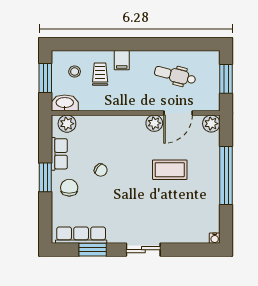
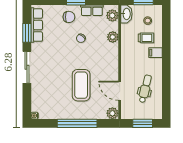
plant: (154, 123) -> (113, 37), moved
coffee table: (170, 170) -> (81, 85), width x1.36, depth x1.32
sliding door: (143, 250) -> (27, 67), width x1.37

